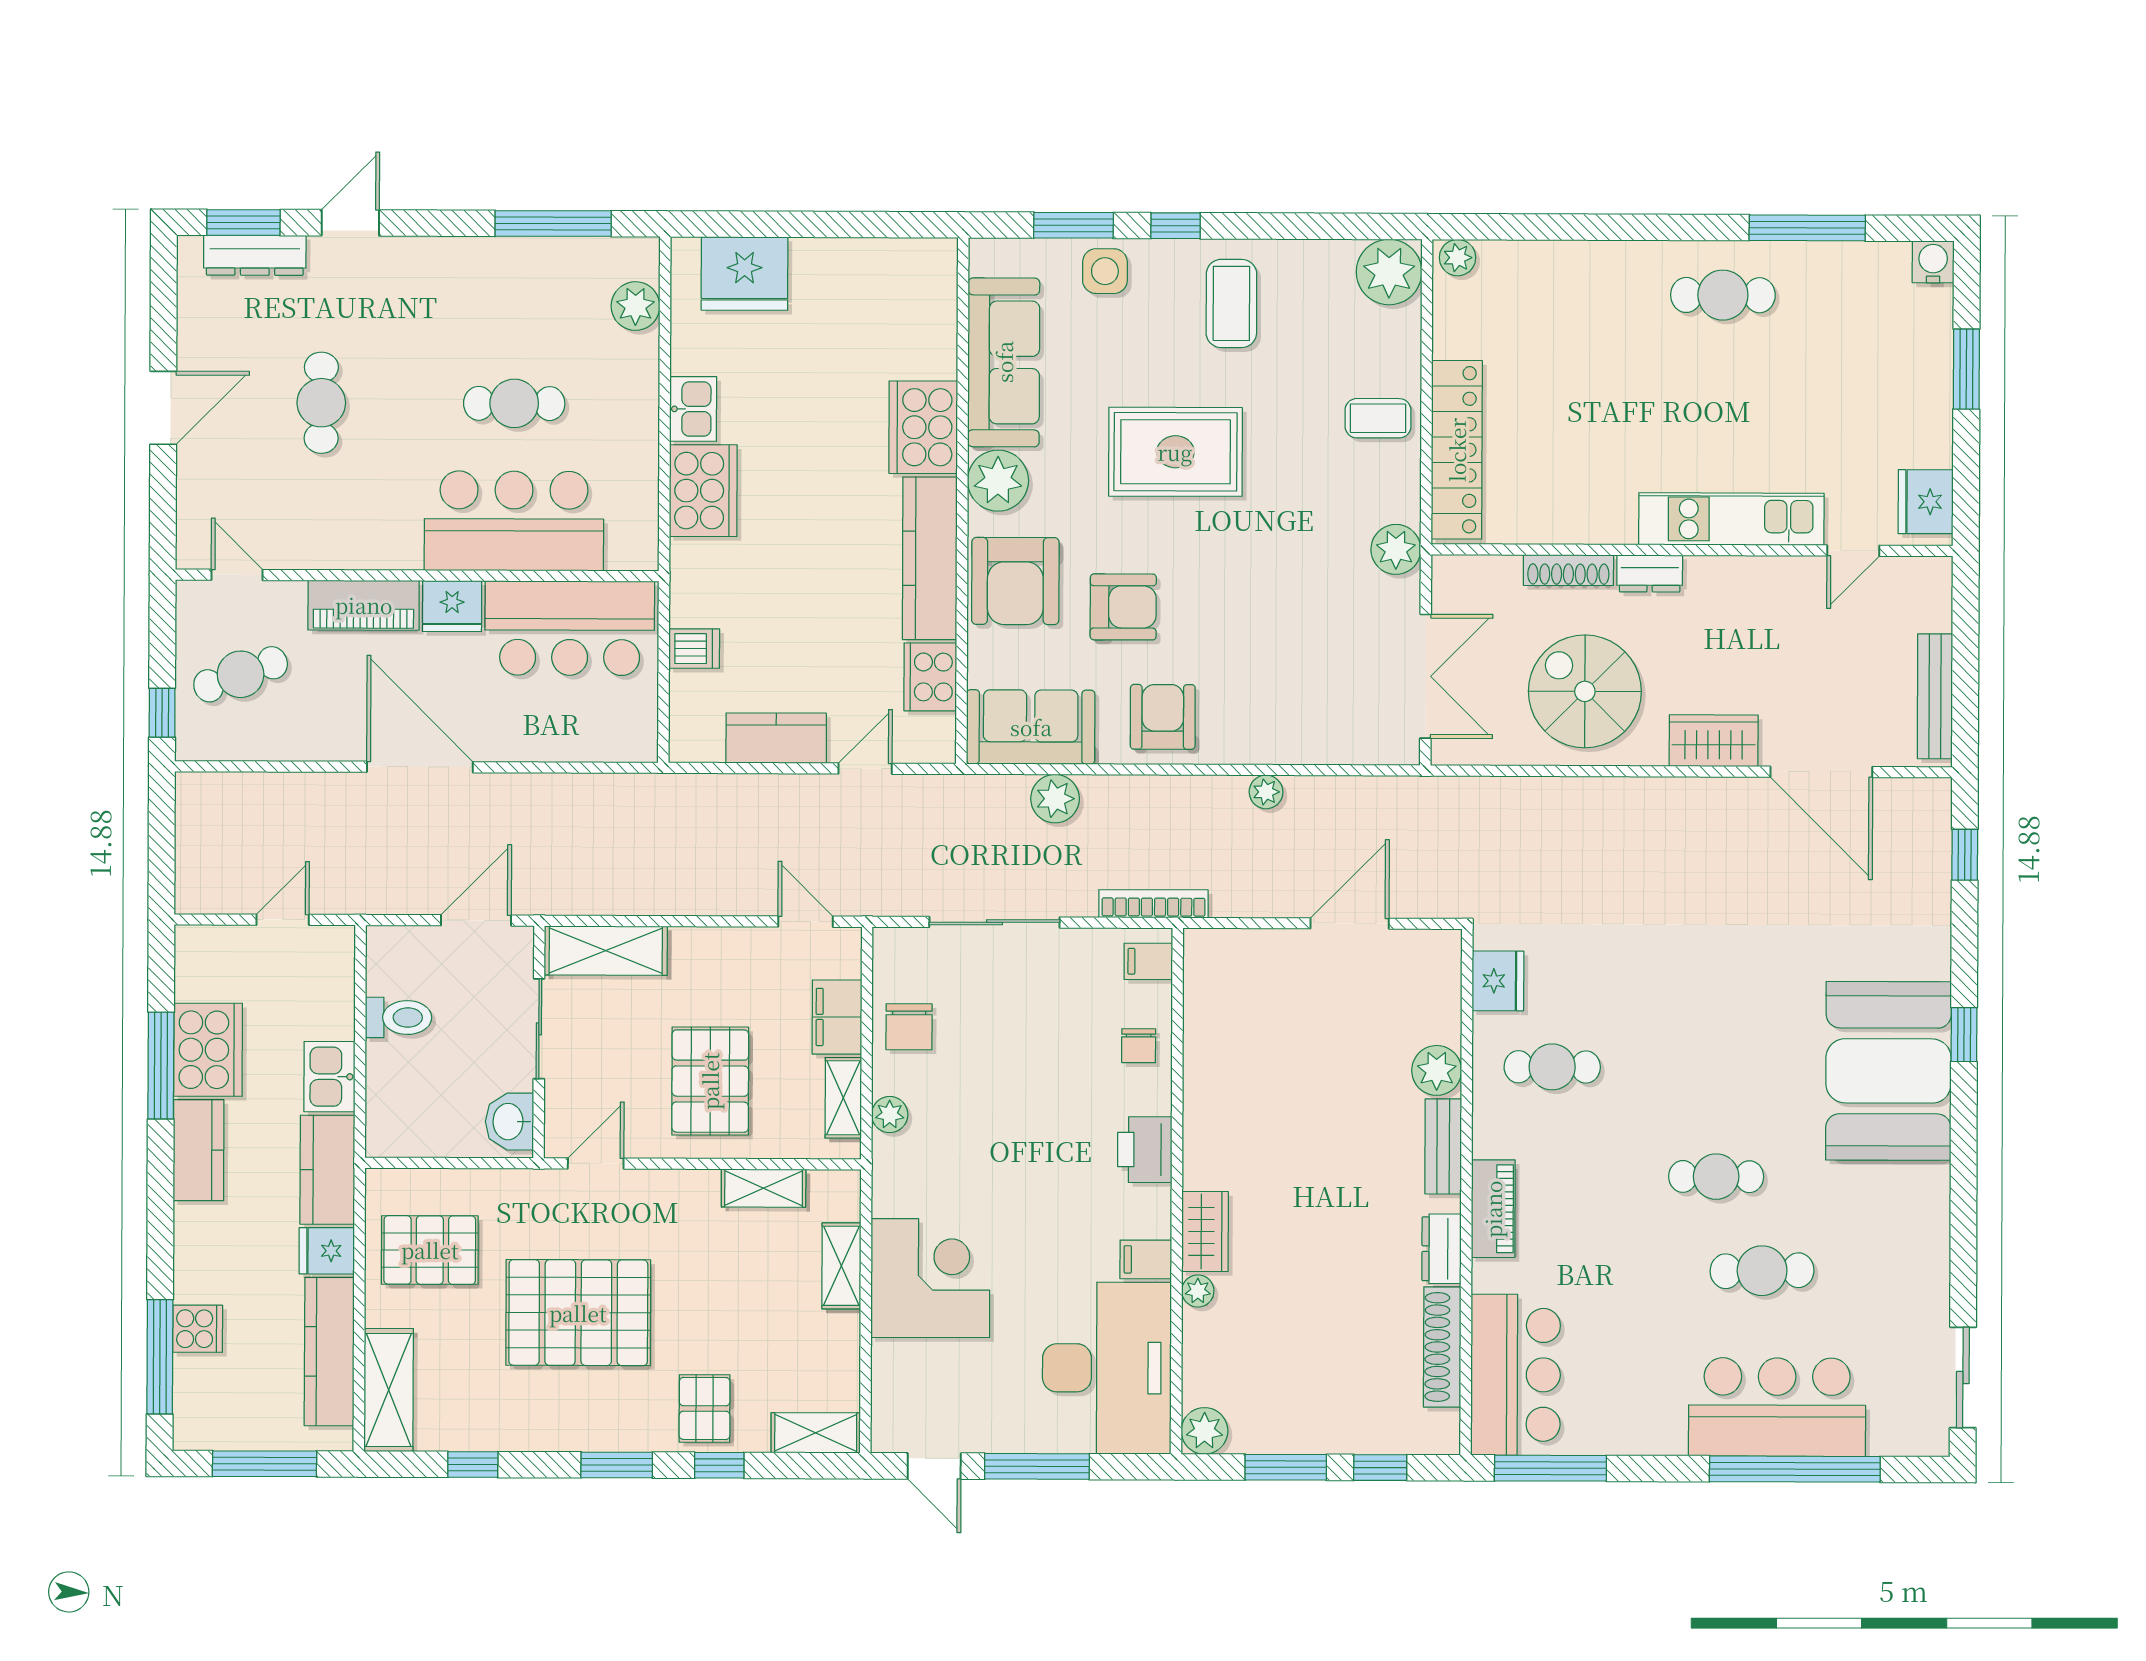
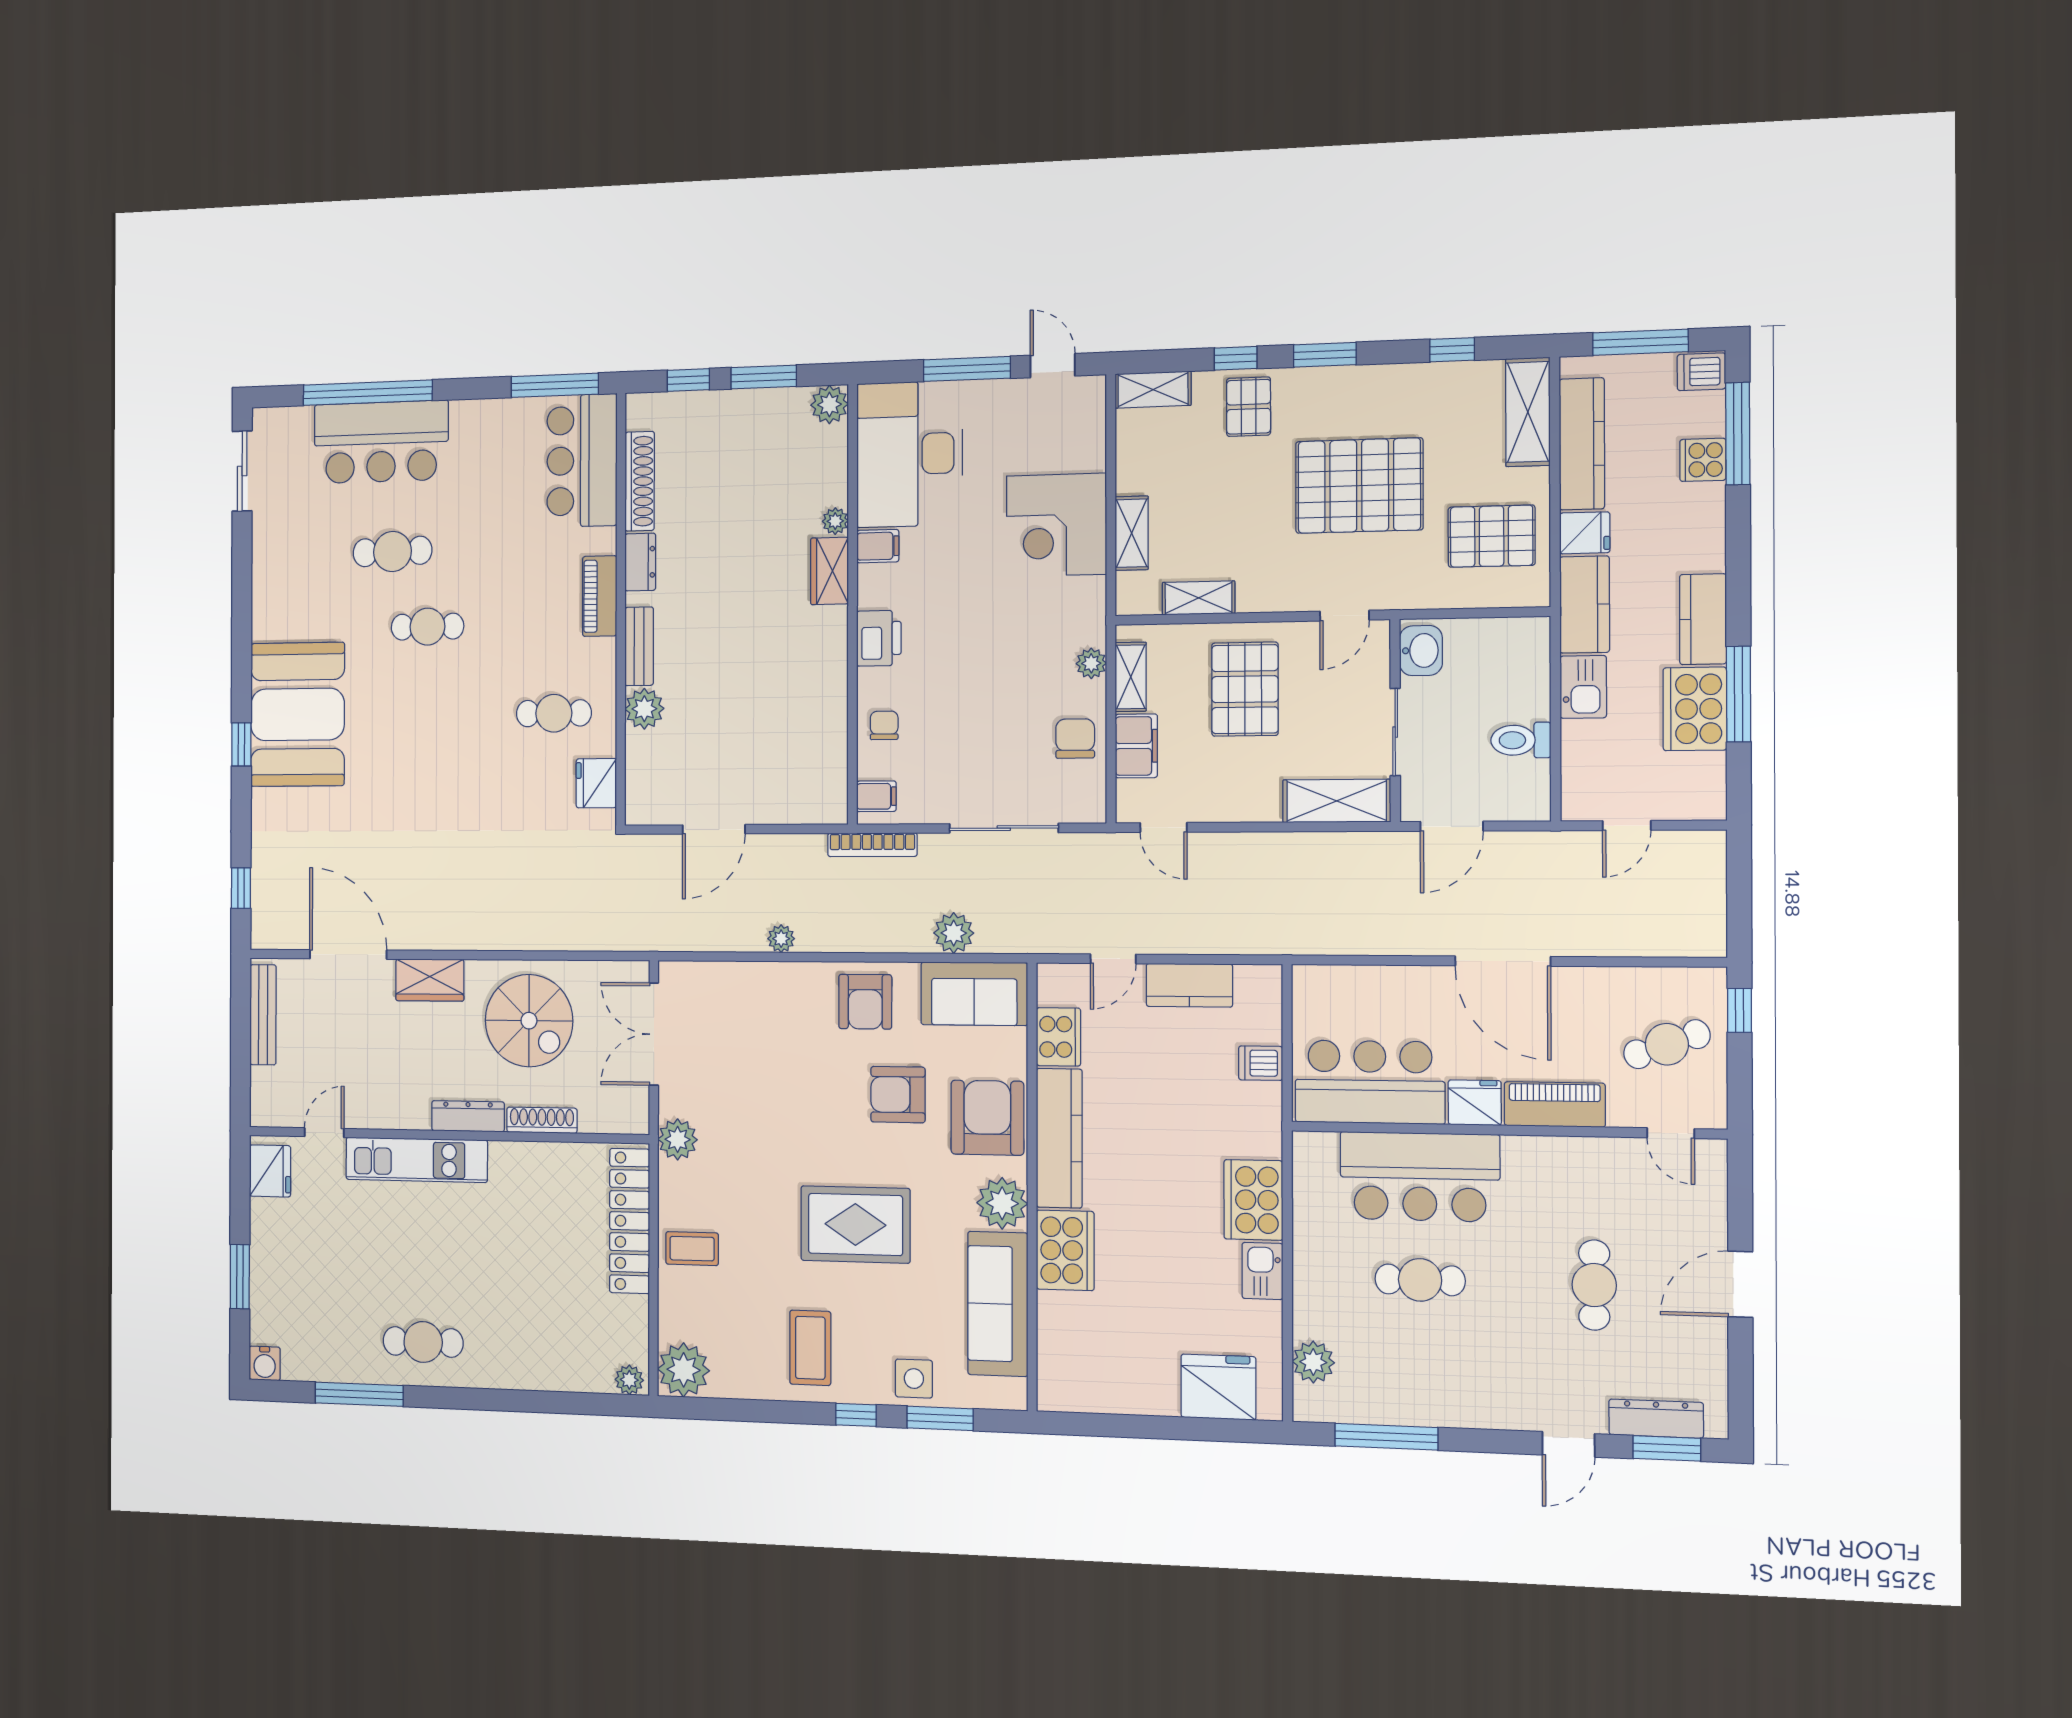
dresser: (1650, 574) -> (468, 1116), width x1.44
dishwasher: (199, 1428) -> (1701, 372), added

